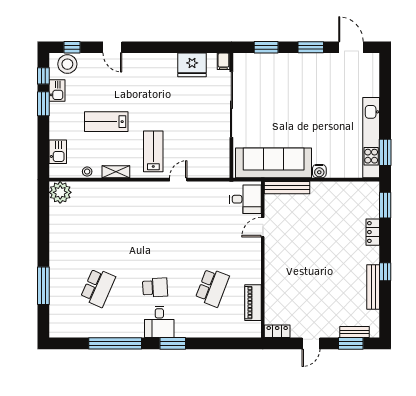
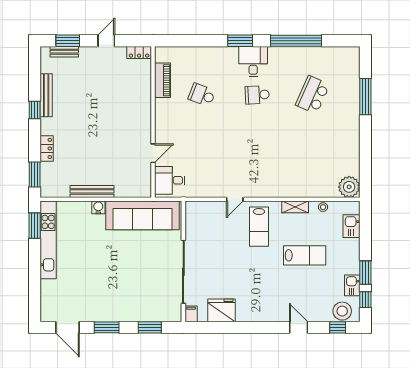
bench: (287, 188) -> (92, 191), moved
school desk: (212, 287) -> (202, 95), width x0.54

